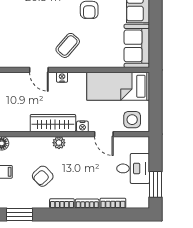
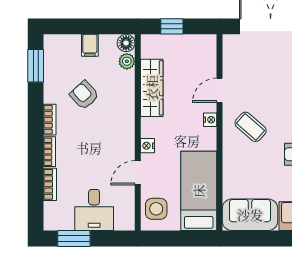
wardrobe: (53, 123) -> (152, 88), moved
plant: (59, 143) -> (127, 61), moved

